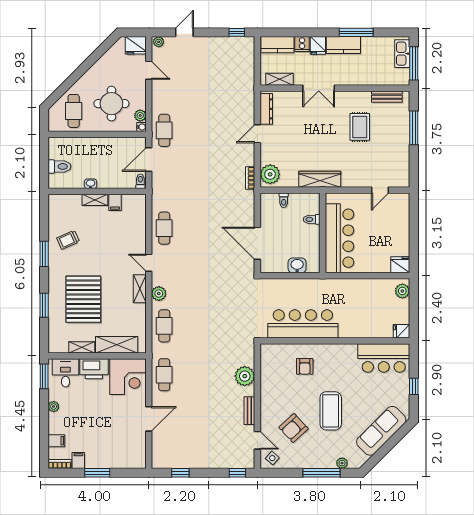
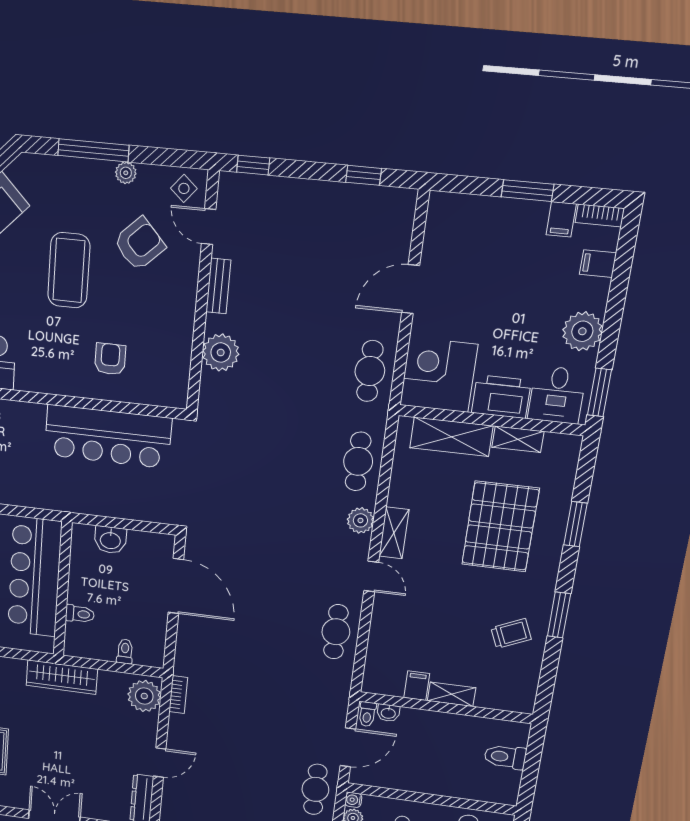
washbasin: (91, 184) -> (388, 713), moved
plant: (54, 407) -> (582, 331), width x1.88, depth x1.88
plant: (342, 463) -> (126, 173), moved

